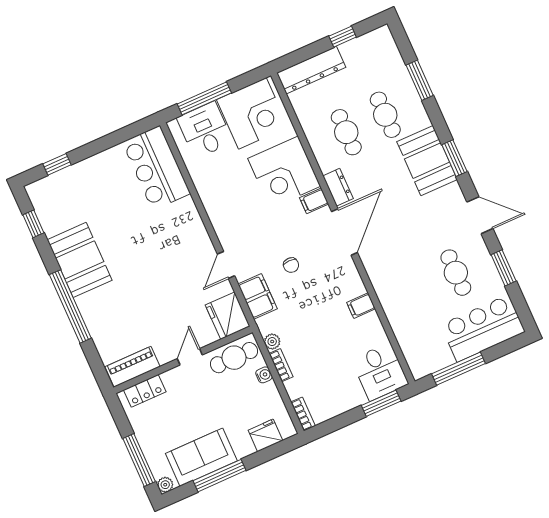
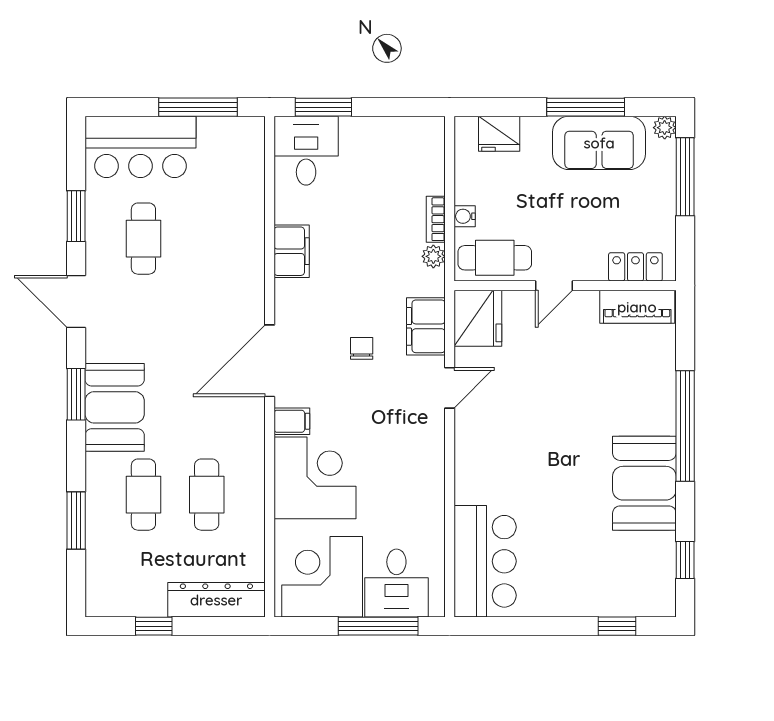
dresser: (338, 187) -> (251, 425), removed
filing cabinet: (361, 306) -> (292, 251), width x2.00
bookcase: (303, 414) -> (436, 140), removed

